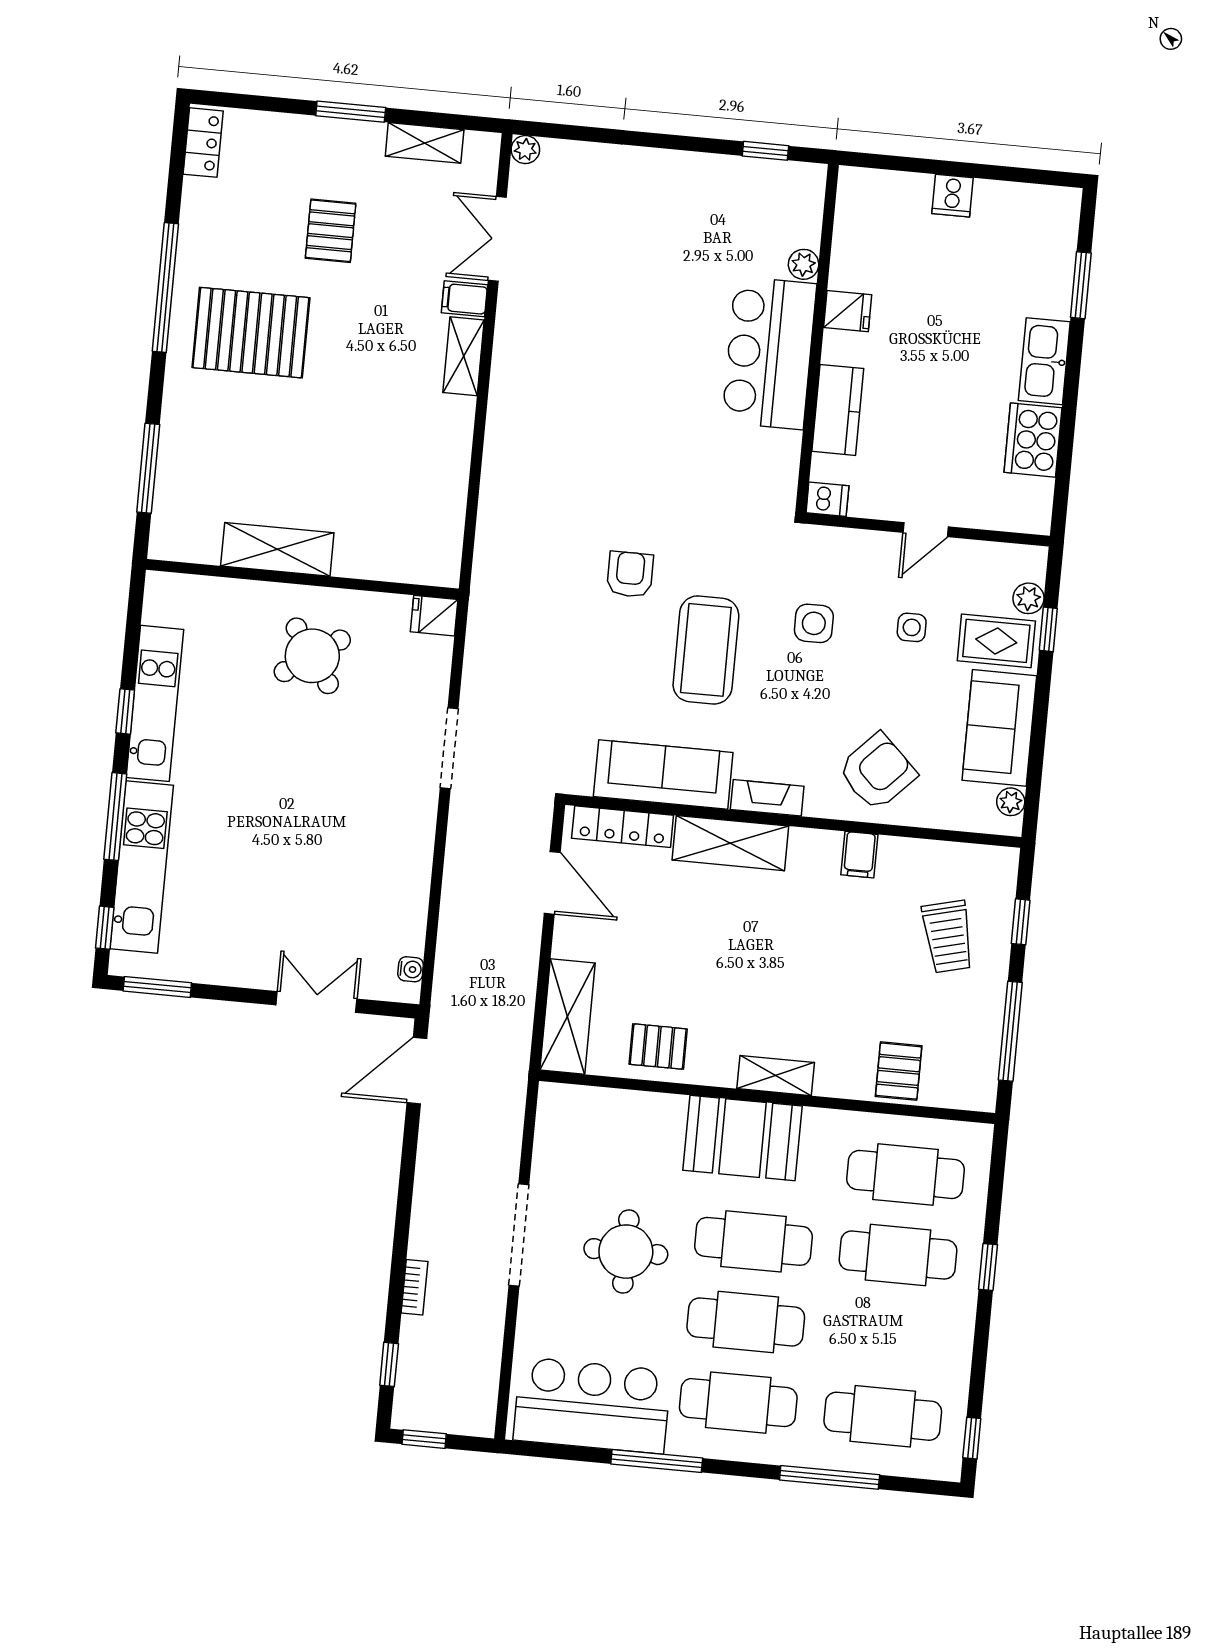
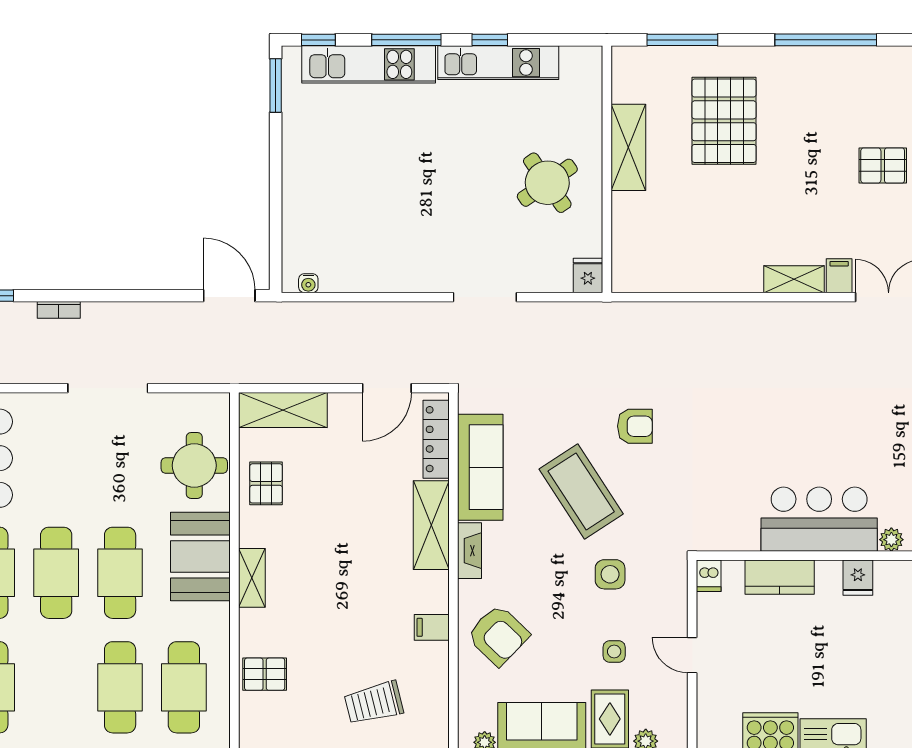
pallet: (251, 333) -> (724, 121), moved
coffee table: (706, 650) -> (581, 491), turned 57
double door: (316, 1002) -> (276, 212), removed
round table: (626, 1252) -> (194, 465), moved

